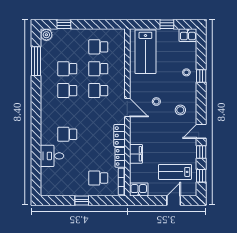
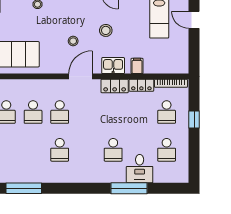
school desk: (67, 69) -> (167, 150), moved
stool: (180, 110) -> (106, 30), moved
window: (36, 147) -> (129, 188), added
filing cabinet: (136, 154) -> (137, 66), width x0.50
kitchen sink: (139, 189) -> (113, 66), moved, turned 90
window: (82, 201) -> (194, 120), moved

